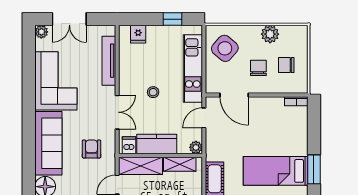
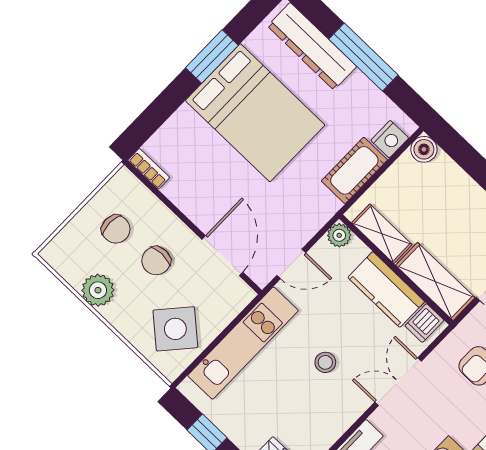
bed: (276, 171) -> (255, 113), width x1.50

